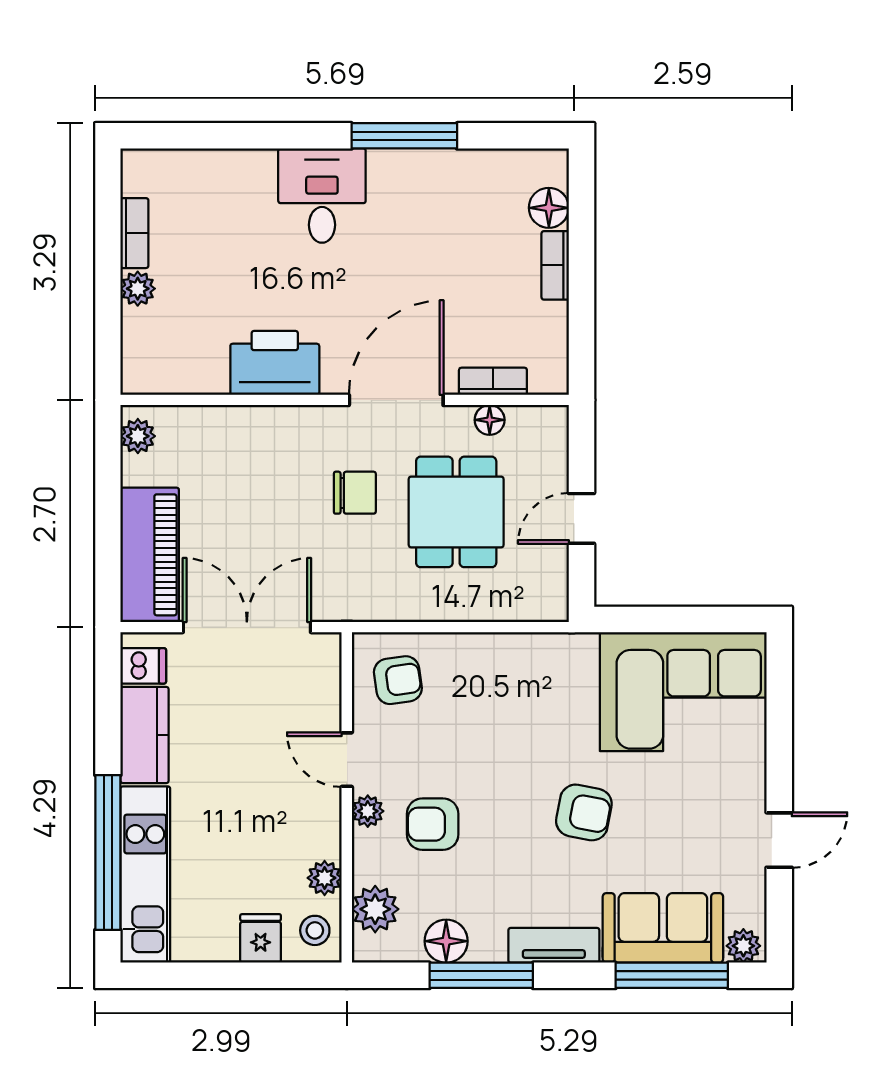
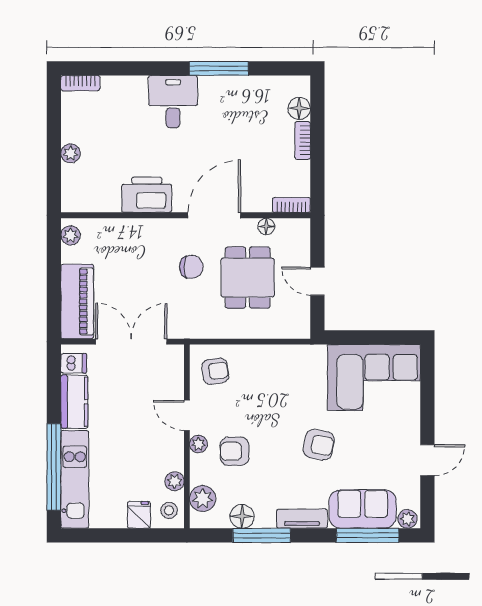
bookcase: (134, 233) -> (80, 83), moved, turned 90
bookcase: (493, 381) -> (291, 205), moved
door: (581, 518) -> (317, 281), hinge flipped

